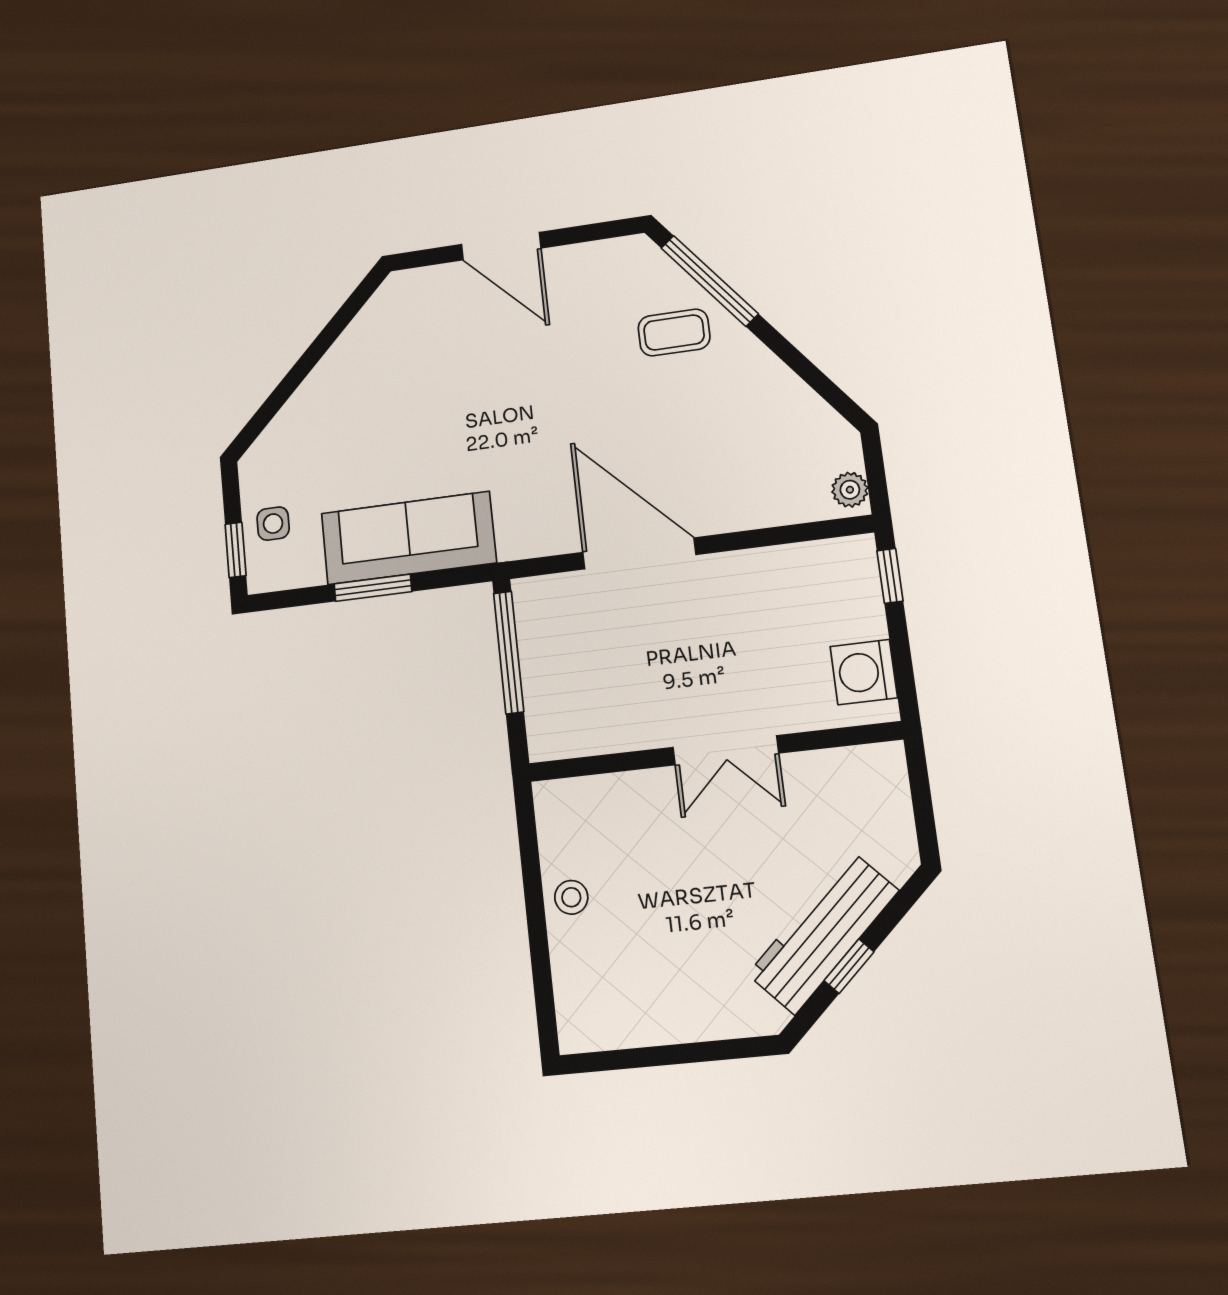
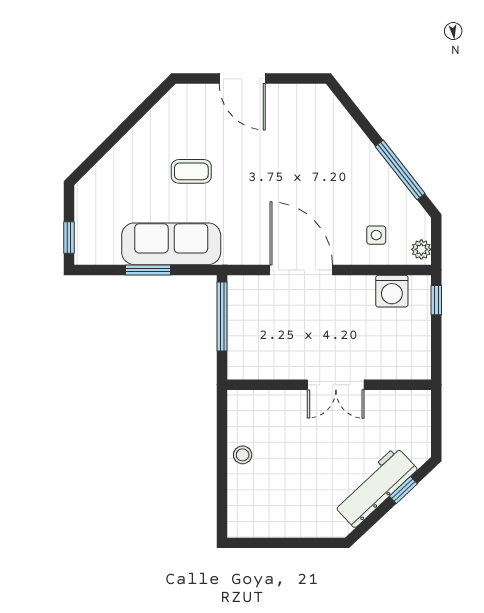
window: (710, 281) -> (400, 170), moved
coffee table: (674, 333) -> (191, 171), moved
side table: (273, 524) -> (376, 235), moved
washing machine: (864, 672) -> (392, 291), moved, turned -90
window: (849, 966) -> (403, 490), moved

